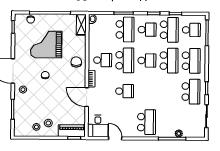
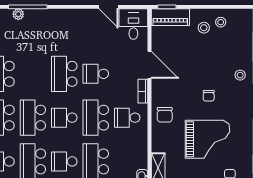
school desk: (146, 122) -> (64, 74), moved

